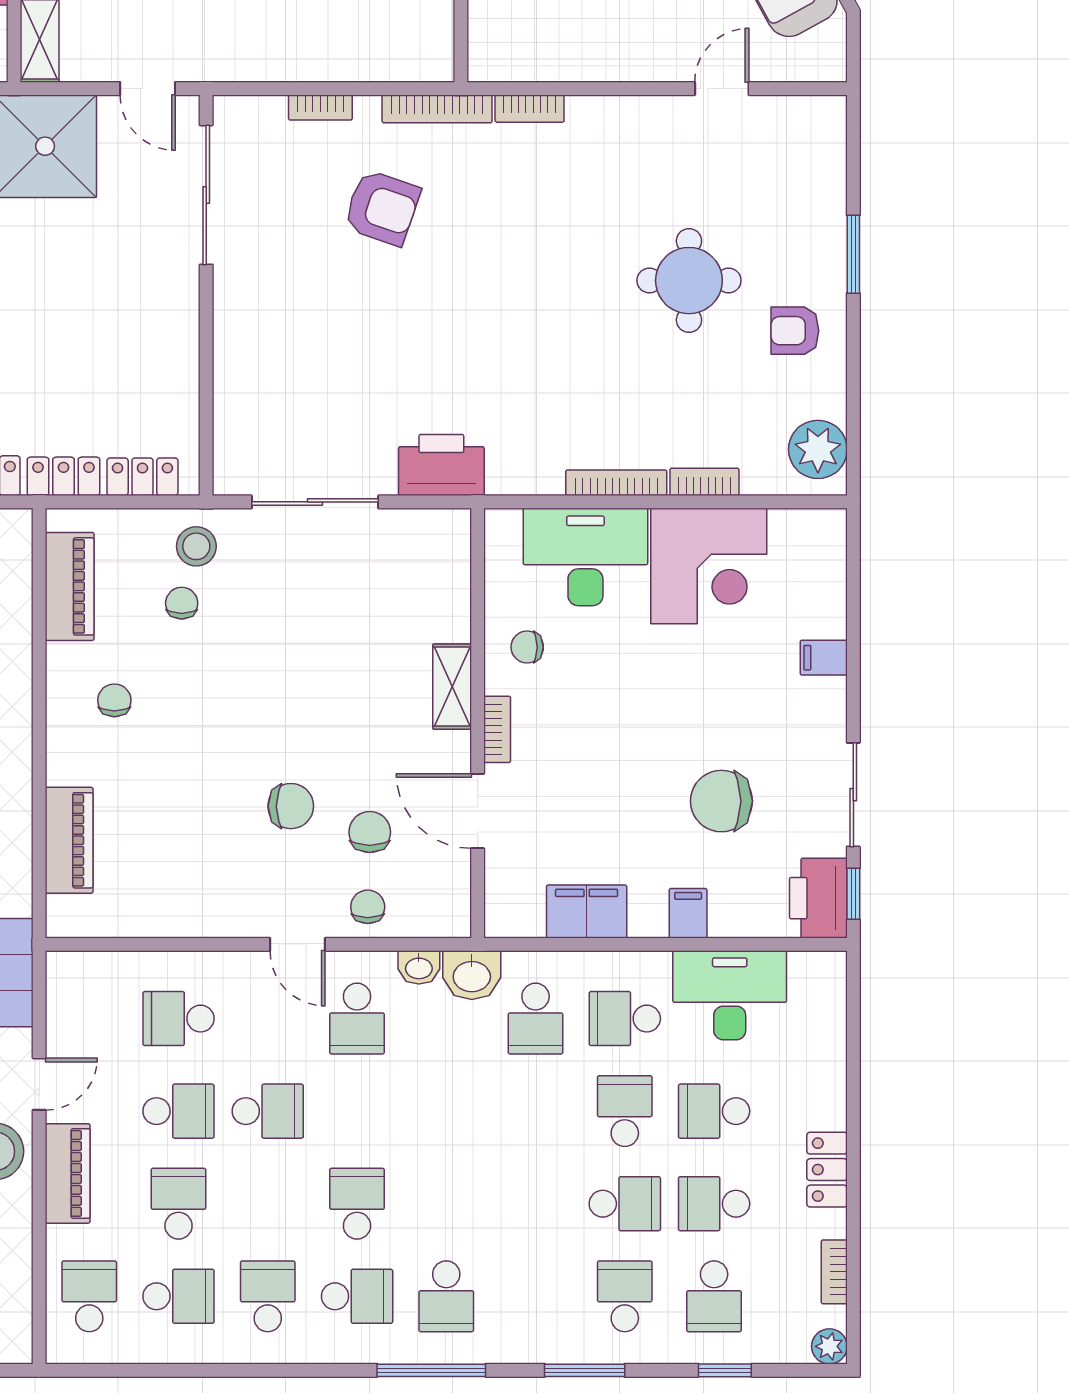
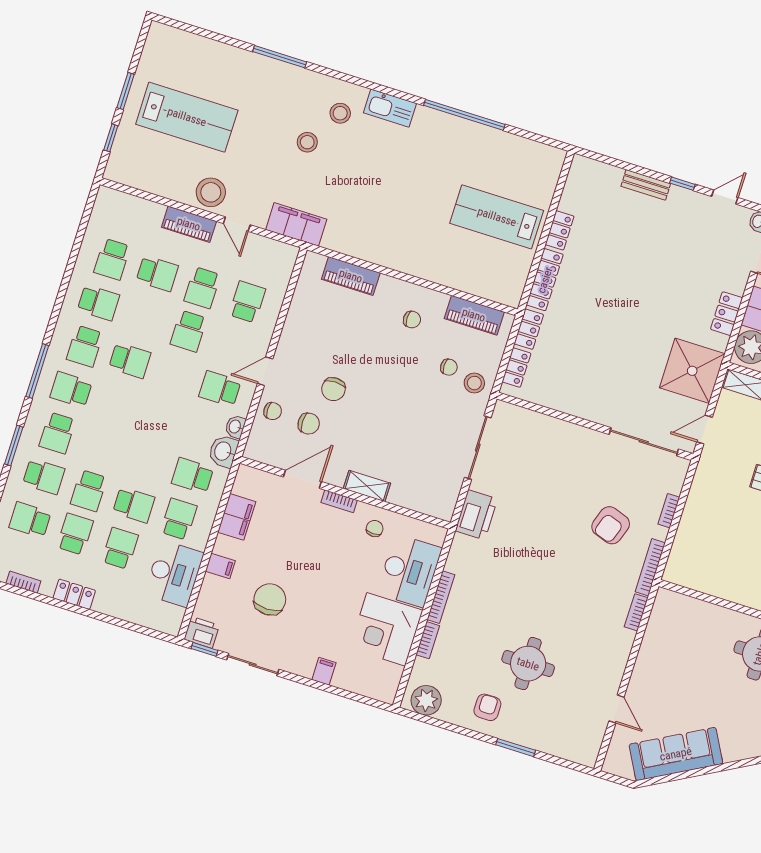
printer: (818, 898) -> (202, 632), width x0.73, depth x0.84
school desk: (89, 1296) -> (57, 433), moved, turned 90

